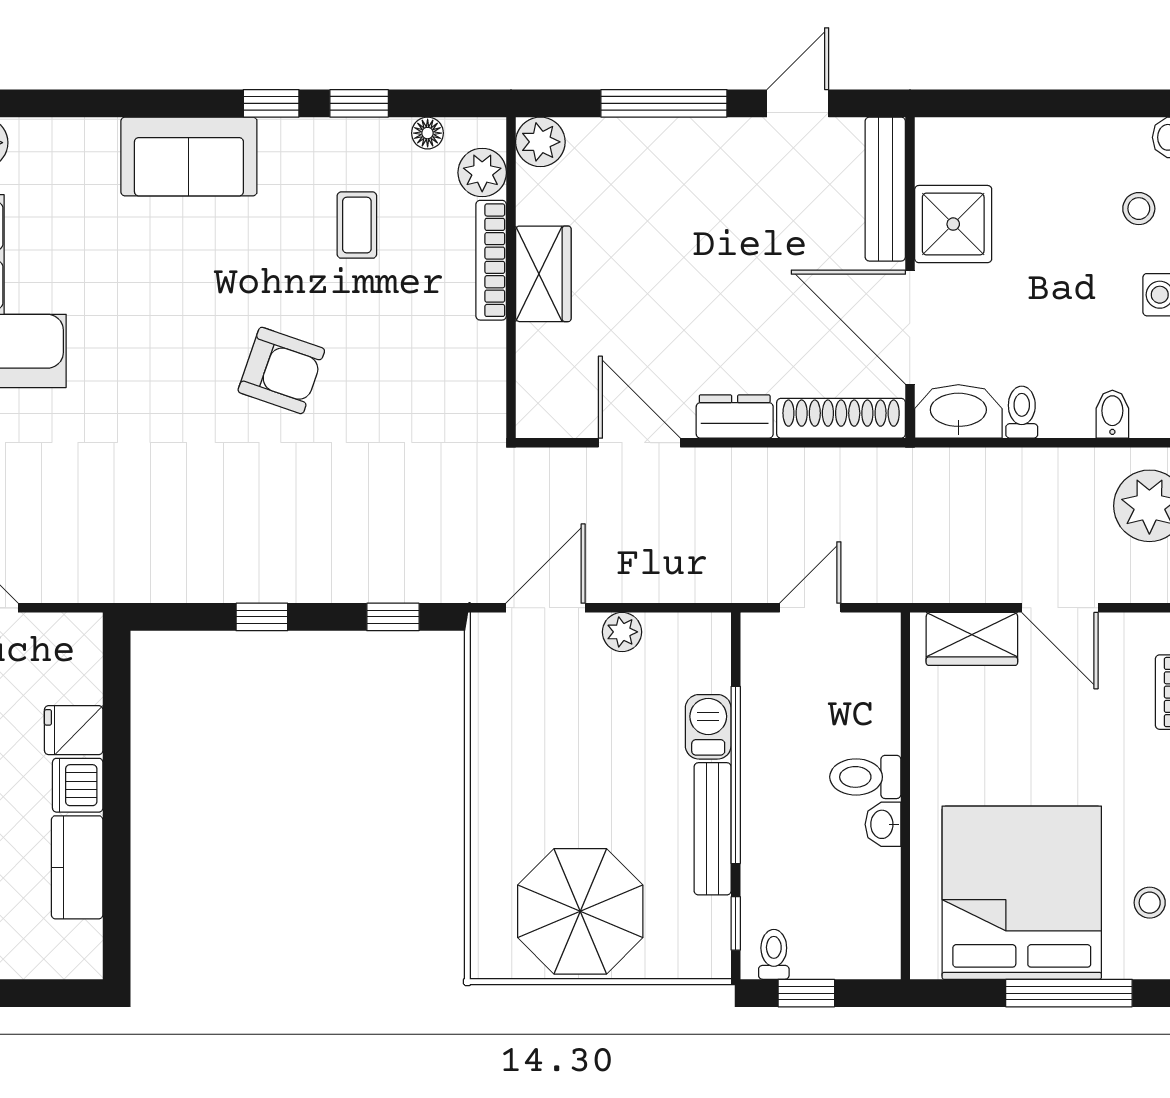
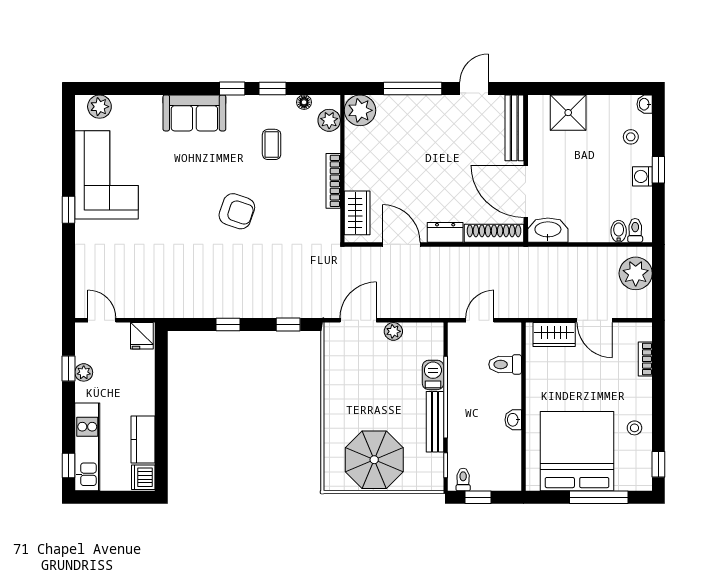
plant: (540, 142) -> (360, 110), width x1.36, depth x1.36
shower: (953, 224) -> (568, 113), moved
bookcase: (491, 260) -> (333, 181), moved
wardrobe: (543, 274) -> (357, 213), moved
toilet: (1022, 412) -> (635, 230), moved
fridge: (74, 730) -> (142, 336), moved, turned -90
toilet: (865, 777) -> (505, 364), moved
dishwasher: (78, 785) -> (143, 477), moved
stool: (1150, 903) -> (634, 428), moved

